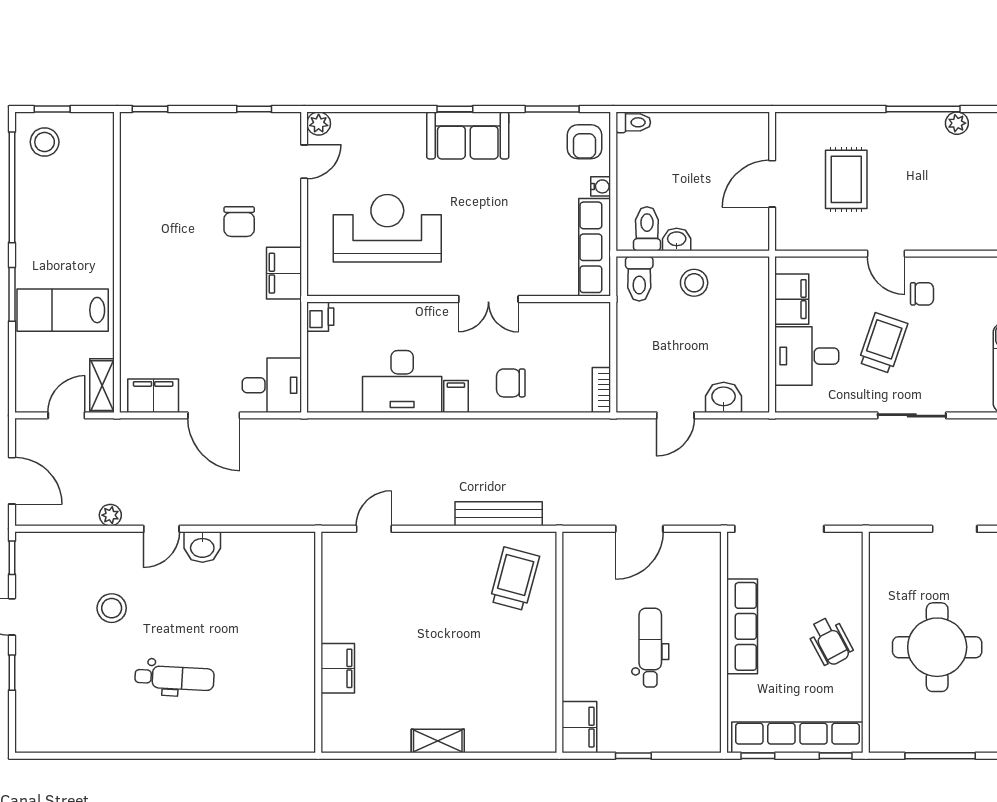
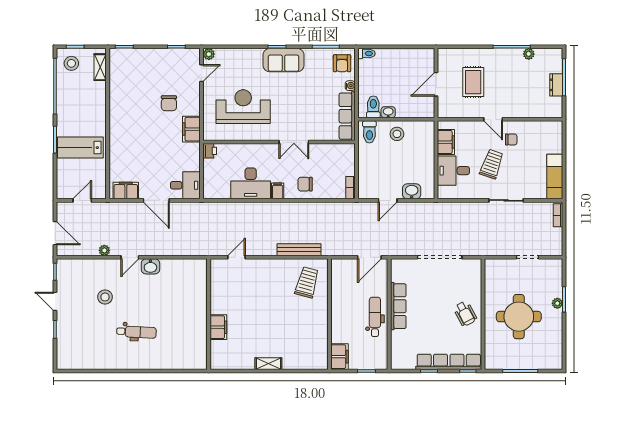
shelving: (102, 386) -> (100, 67), moved
row of seats: (742, 626) -> (398, 306), moved
wall: (724, 642) -> (389, 314), moved

